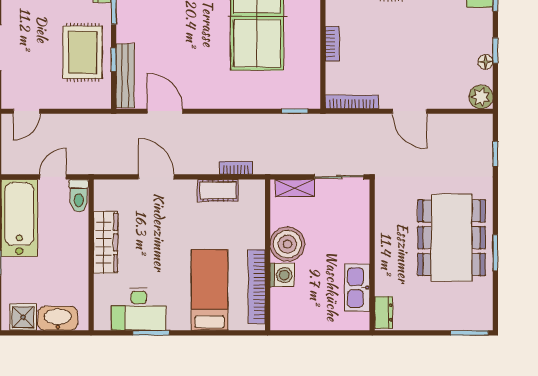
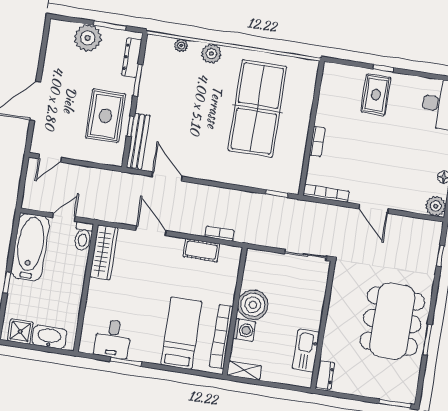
shelving: (295, 188) -> (244, 371), moved
wardrobe: (106, 242) -> (104, 252), moved
desk: (139, 309) -> (113, 339), width x0.73

